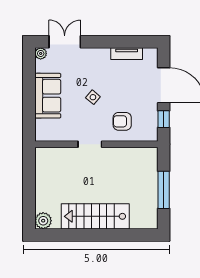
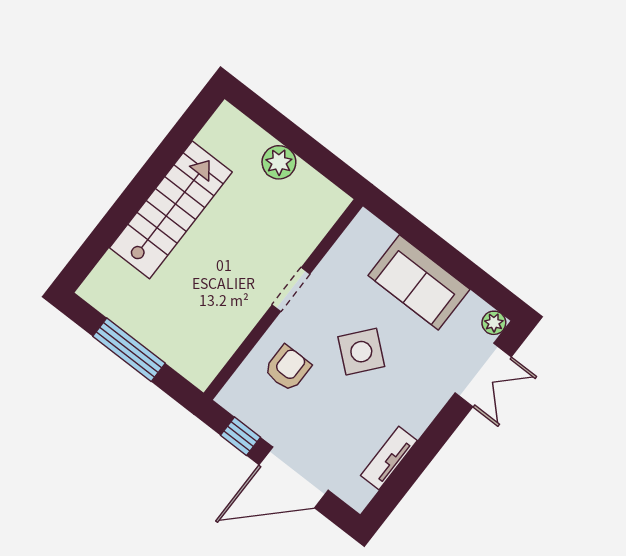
side table: (93, 97) -> (361, 352), width x1.87, depth x1.87
plant: (43, 221) -> (279, 162), moved

